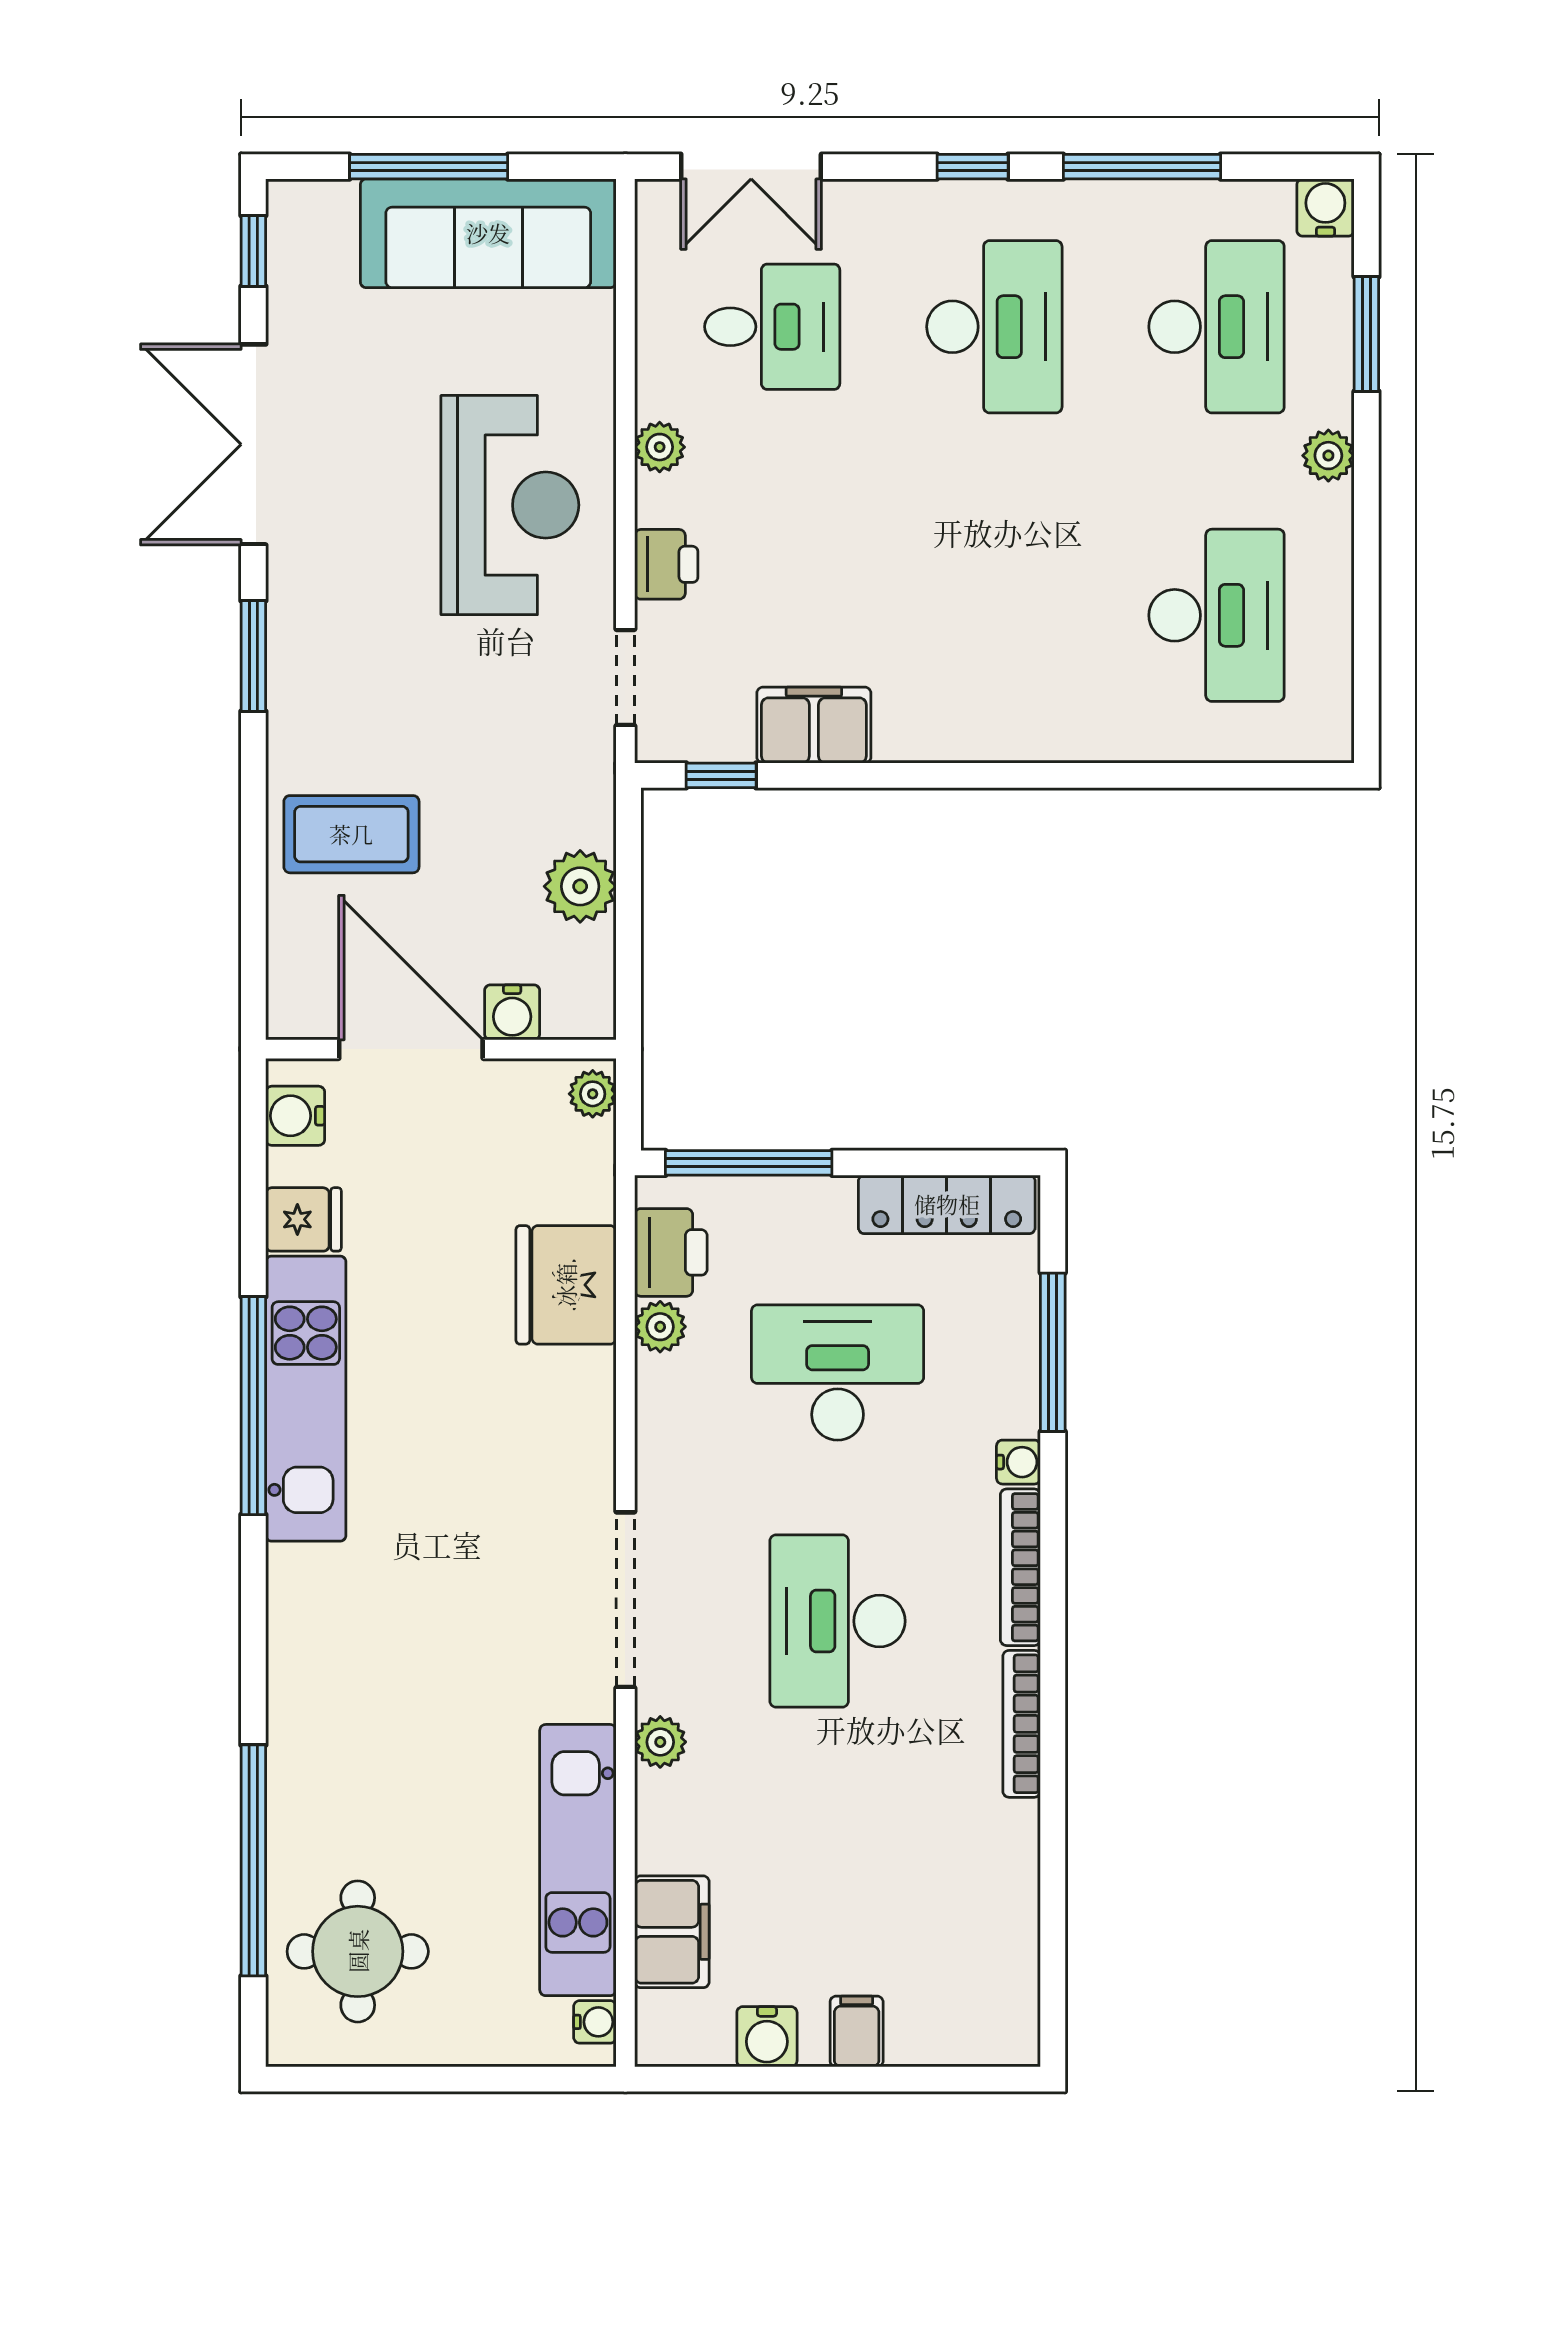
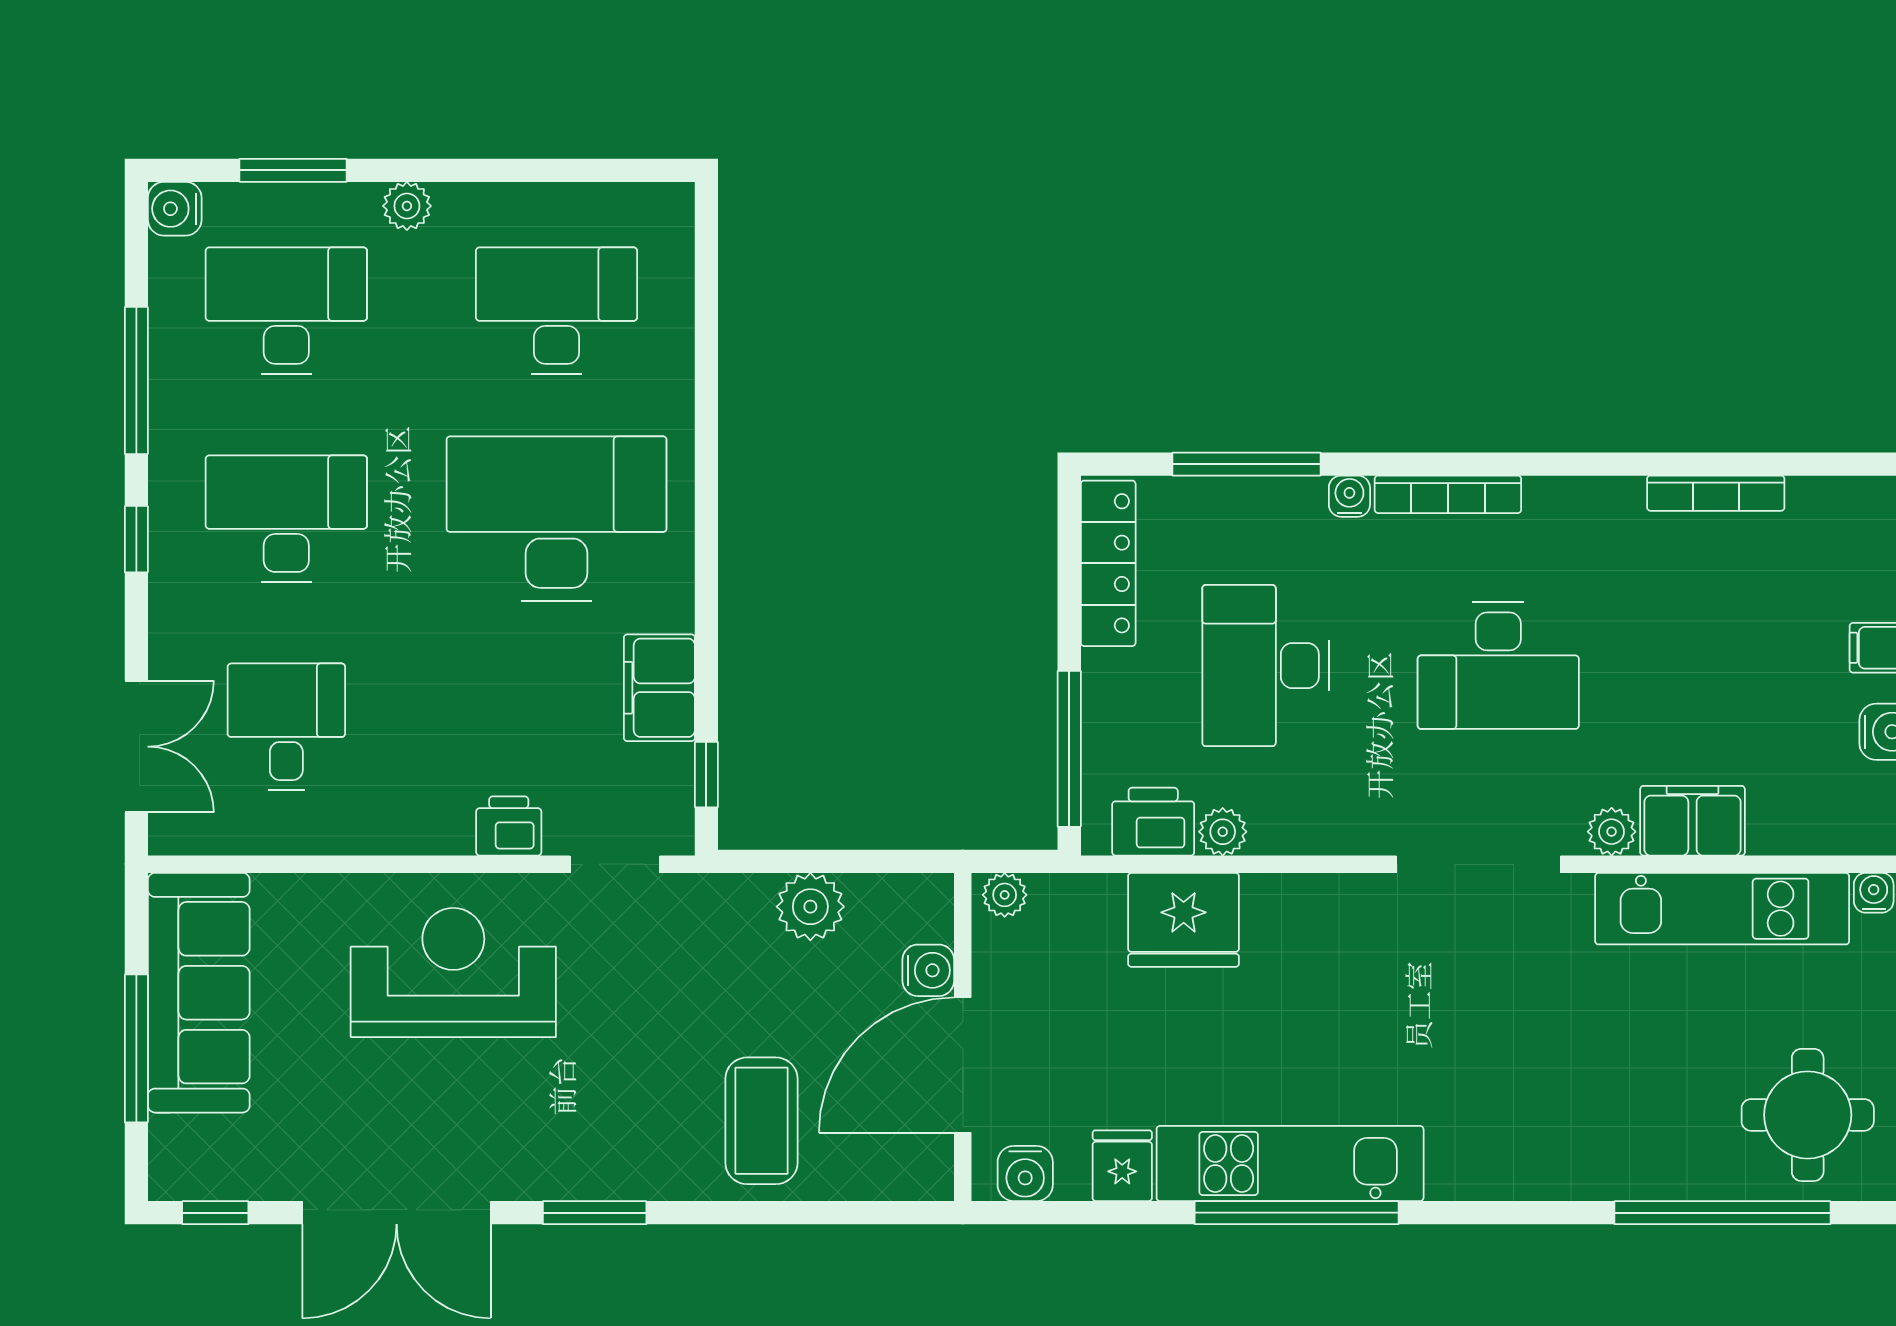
plant: (660, 447) -> (399, 832), removed
desk: (994, 615) -> (557, 519), added
bookcase: (1022, 1724) -> (1716, 493), moved
filing cabinet: (672, 1932) -> (1692, 821), moved

